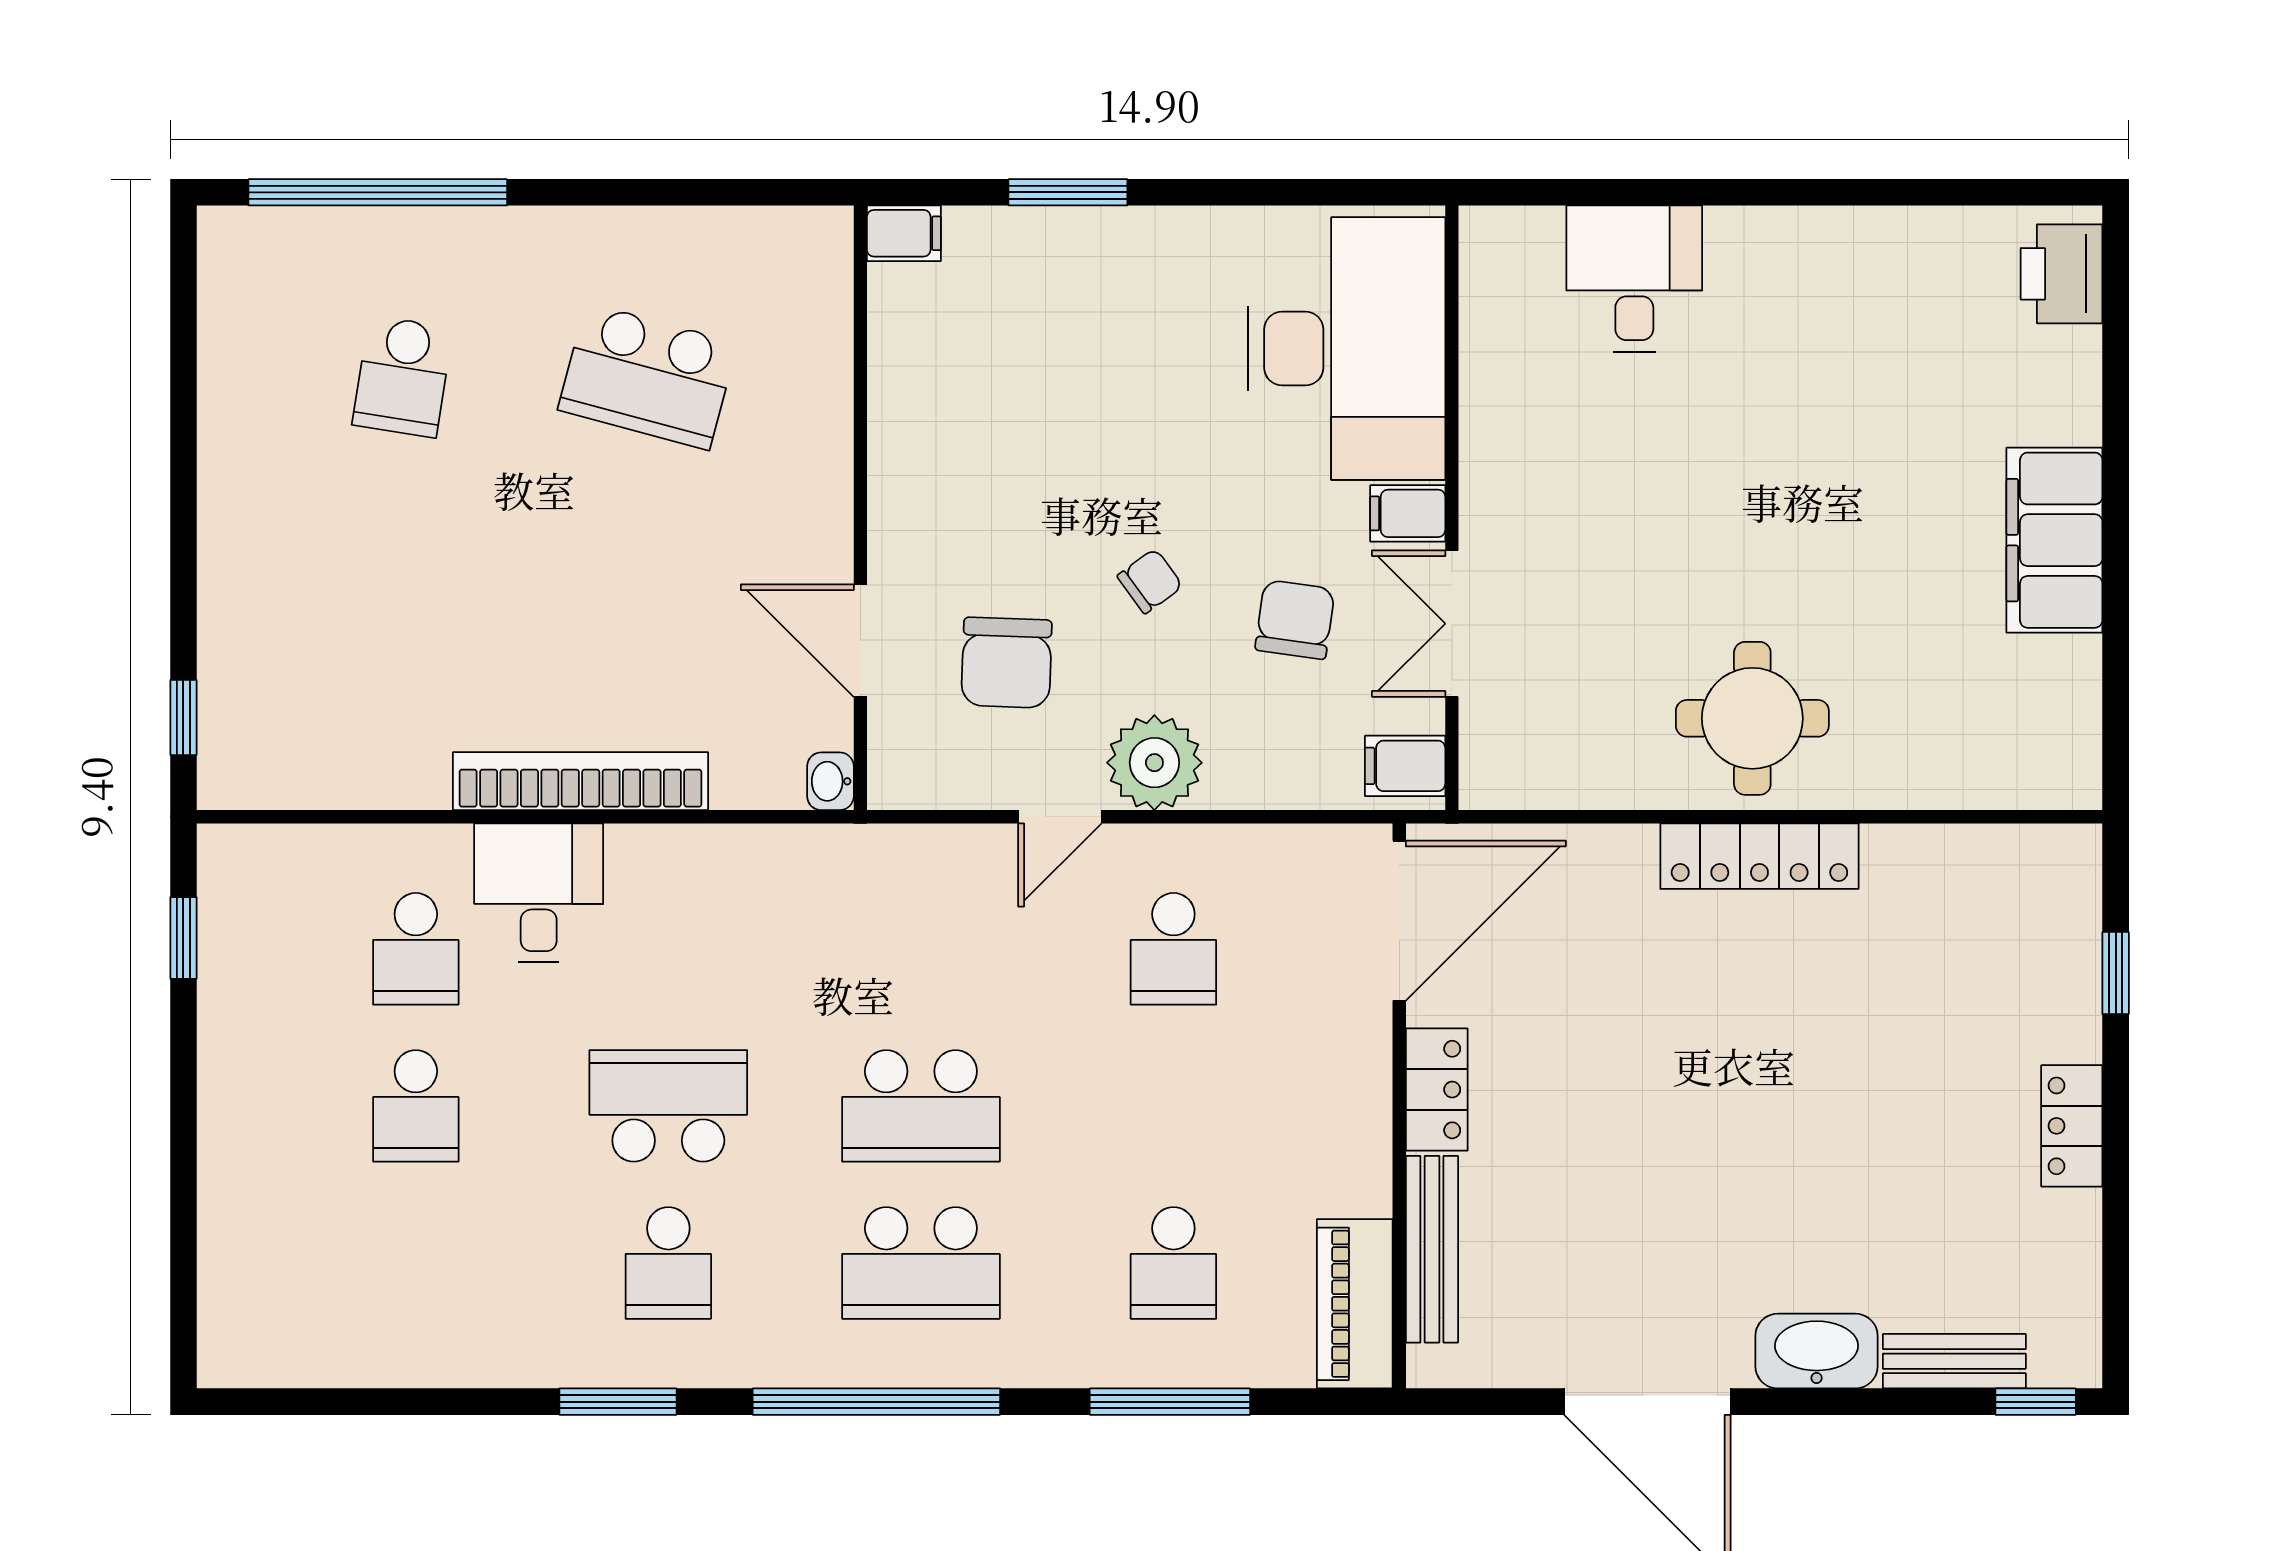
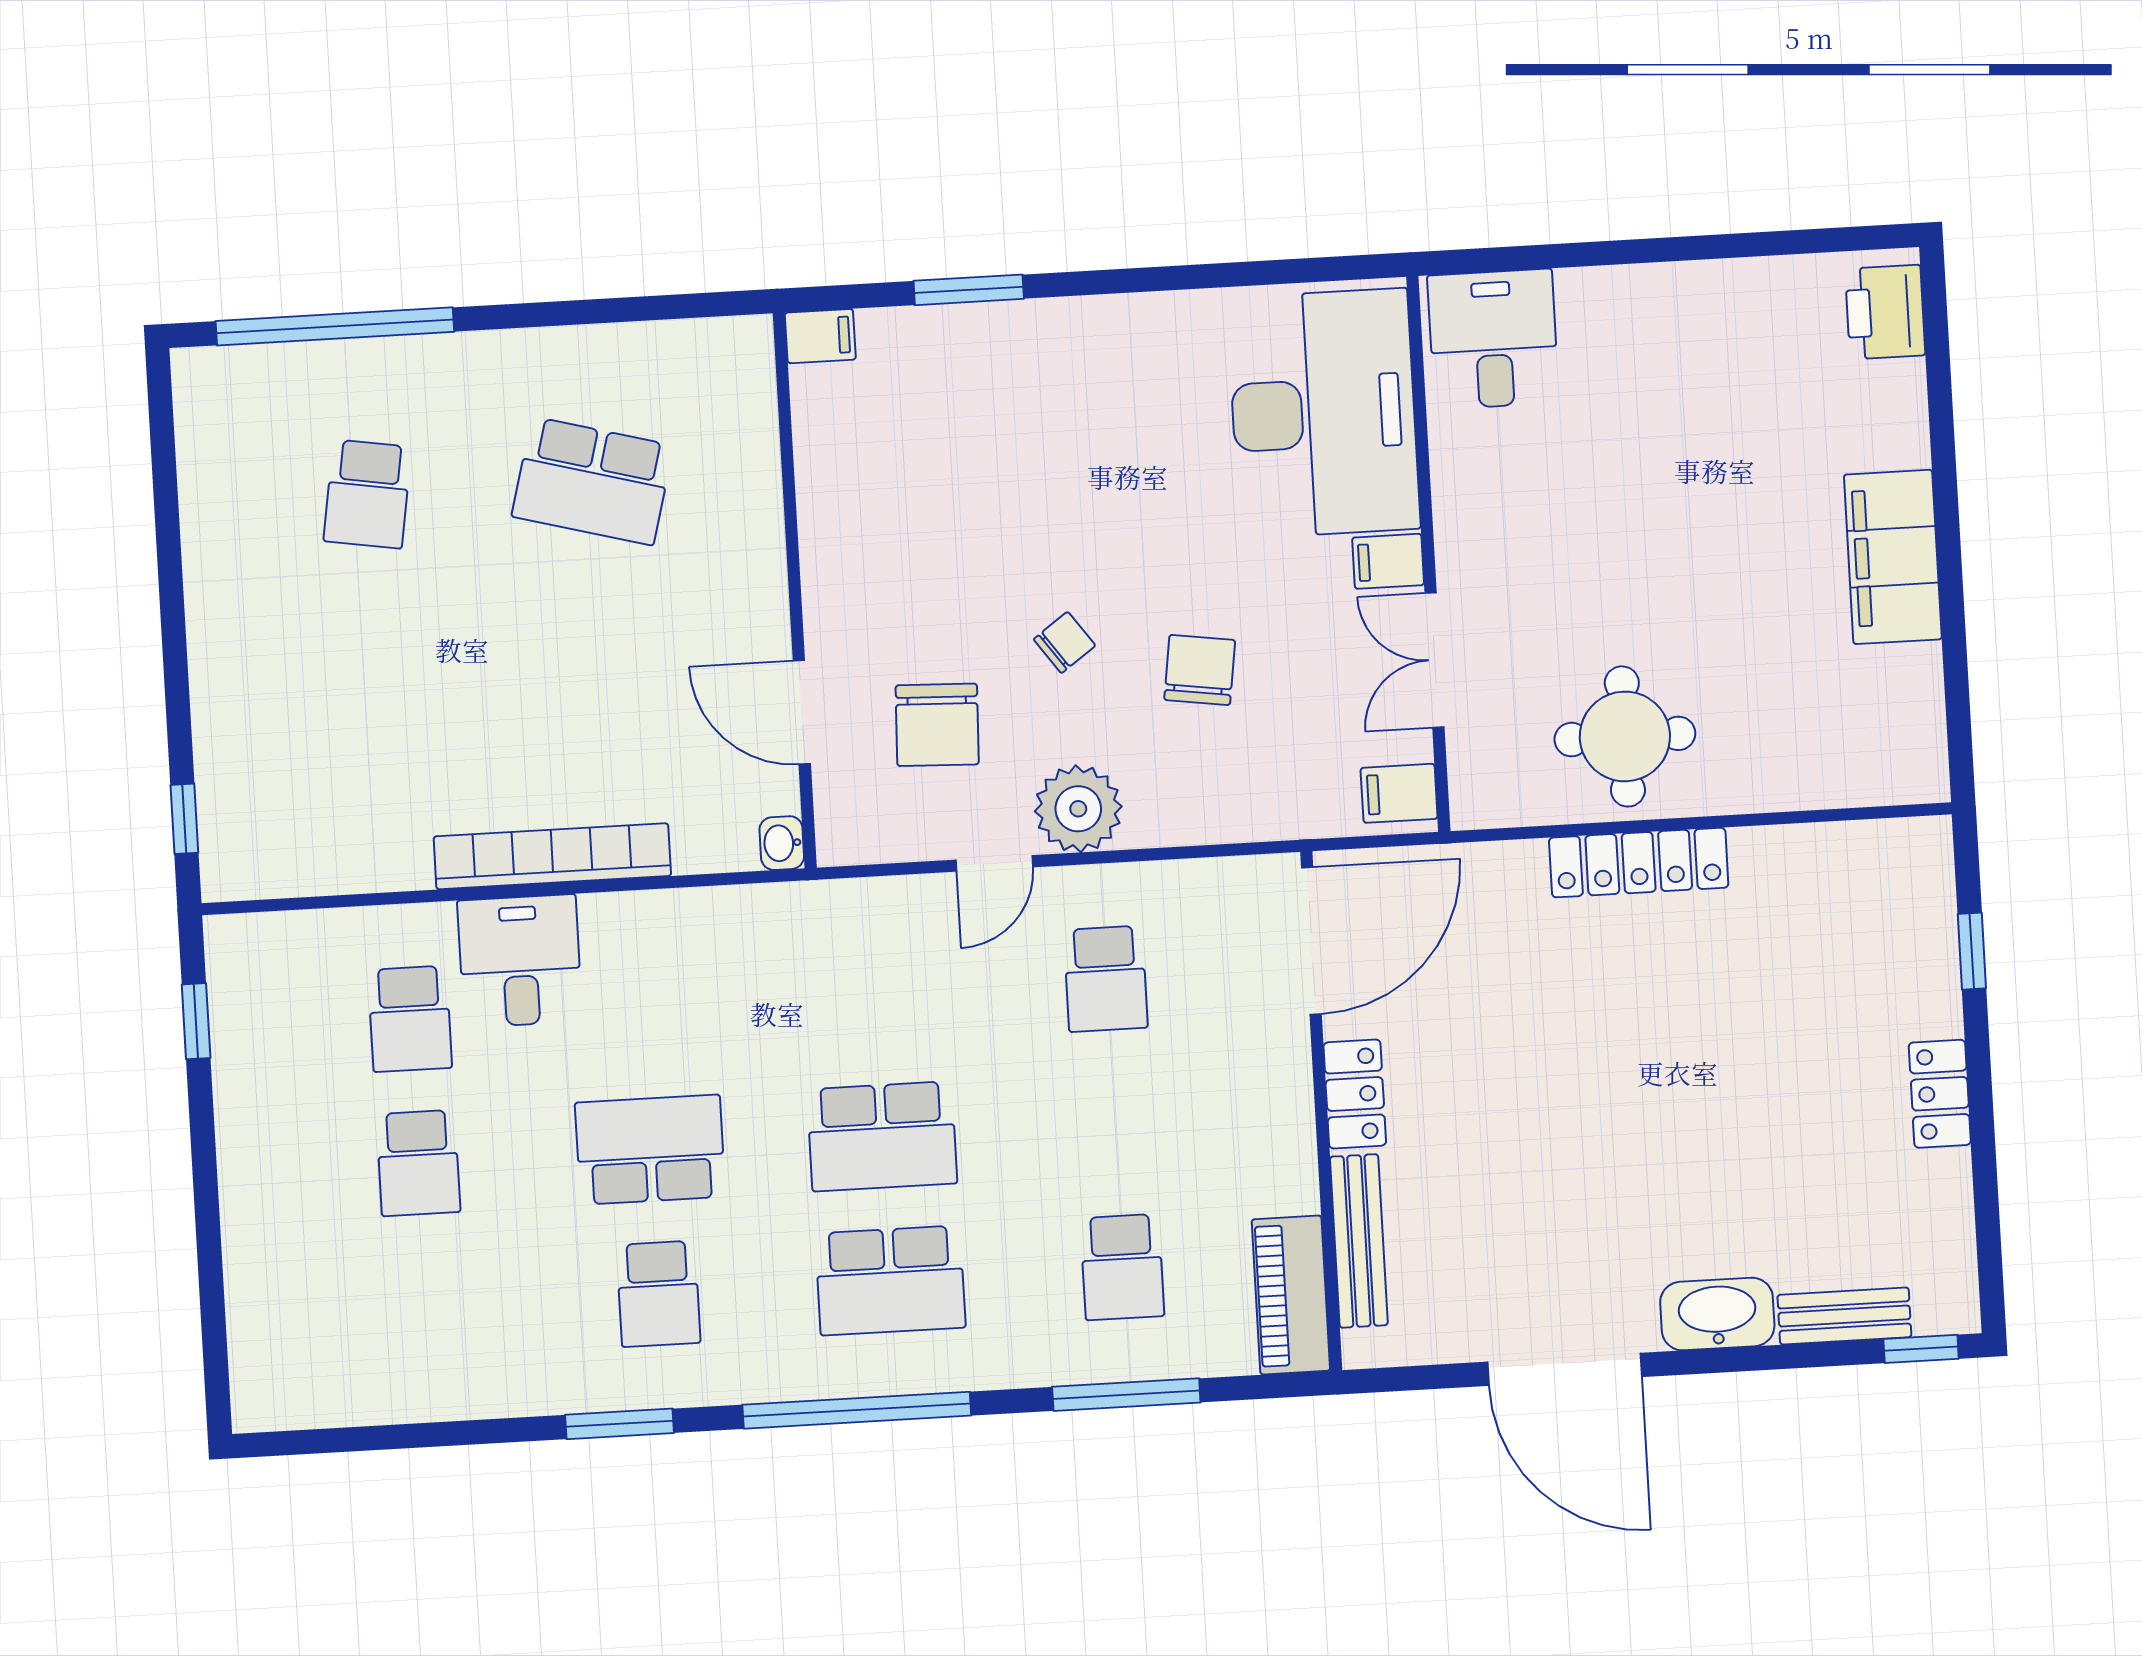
desk: (1347, 349) -> (1324, 413), moved
wall: (1452, 508) -> (1428, 554), moved
filing cabinet: (1408, 513) -> (1388, 561), moved
double door: (1452, 624) -> (1434, 660), moved
filing cabinet: (1405, 766) -> (1399, 793), moved

